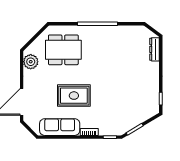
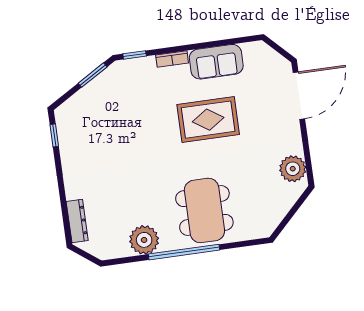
plant: (119, 34) -> (144, 240), added
dining table: (63, 50) -> (204, 210), moved, turned 90
sofa: (60, 127) -> (216, 62), width x0.73

